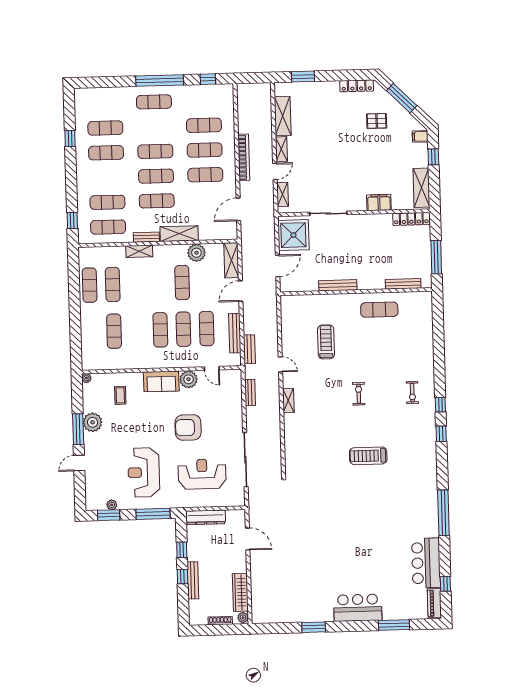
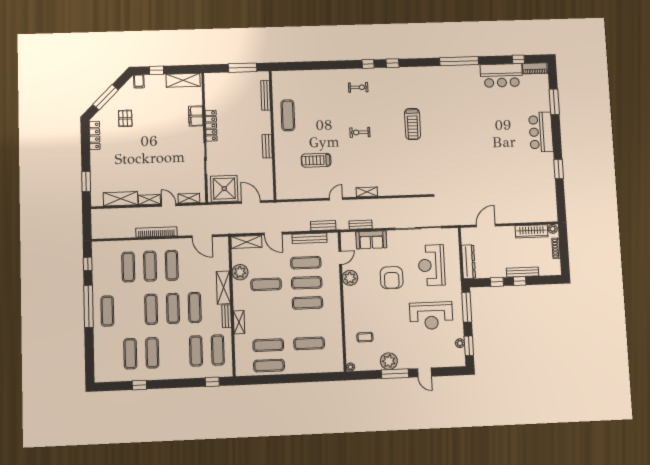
locker: (411, 219) -> (211, 126), moved
bench: (338, 285) -> (267, 146), width x0.73
sofa: (161, 381) -> (371, 240), moved, turned 90

